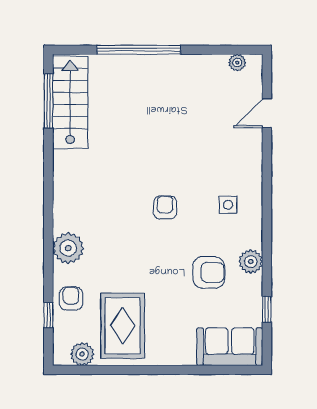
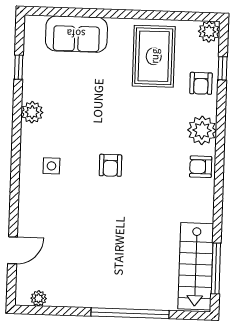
armchair: (209, 272) -> (201, 167), moved, width x0.72, depth x0.72
sofa: (230, 347) -> (76, 34), moved
plant: (82, 354) -> (209, 32), moved

